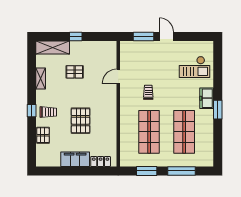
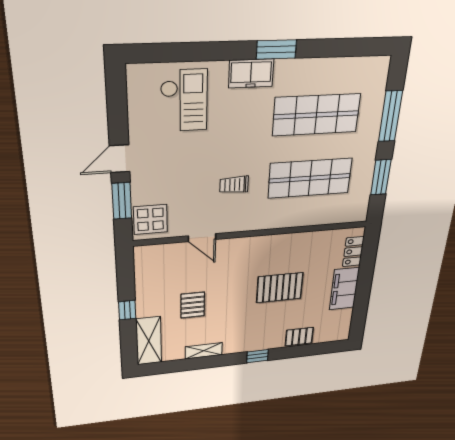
display table: (132, 50) -> (150, 219), added
trolley: (48, 112) -> (262, 334), removed

